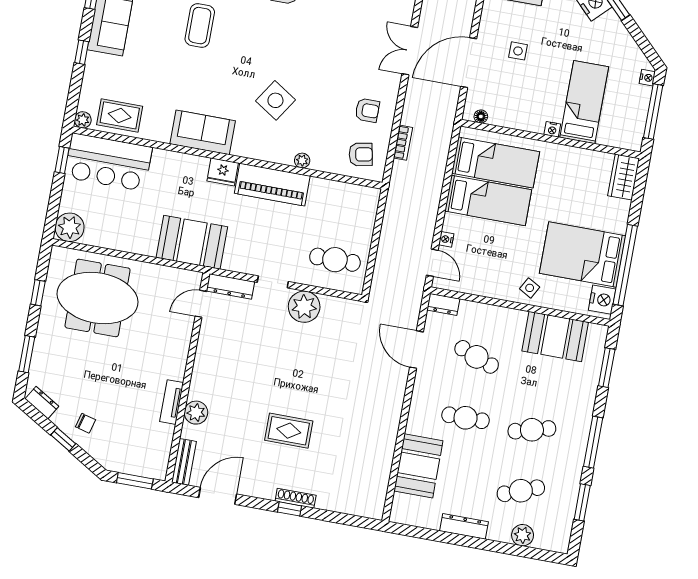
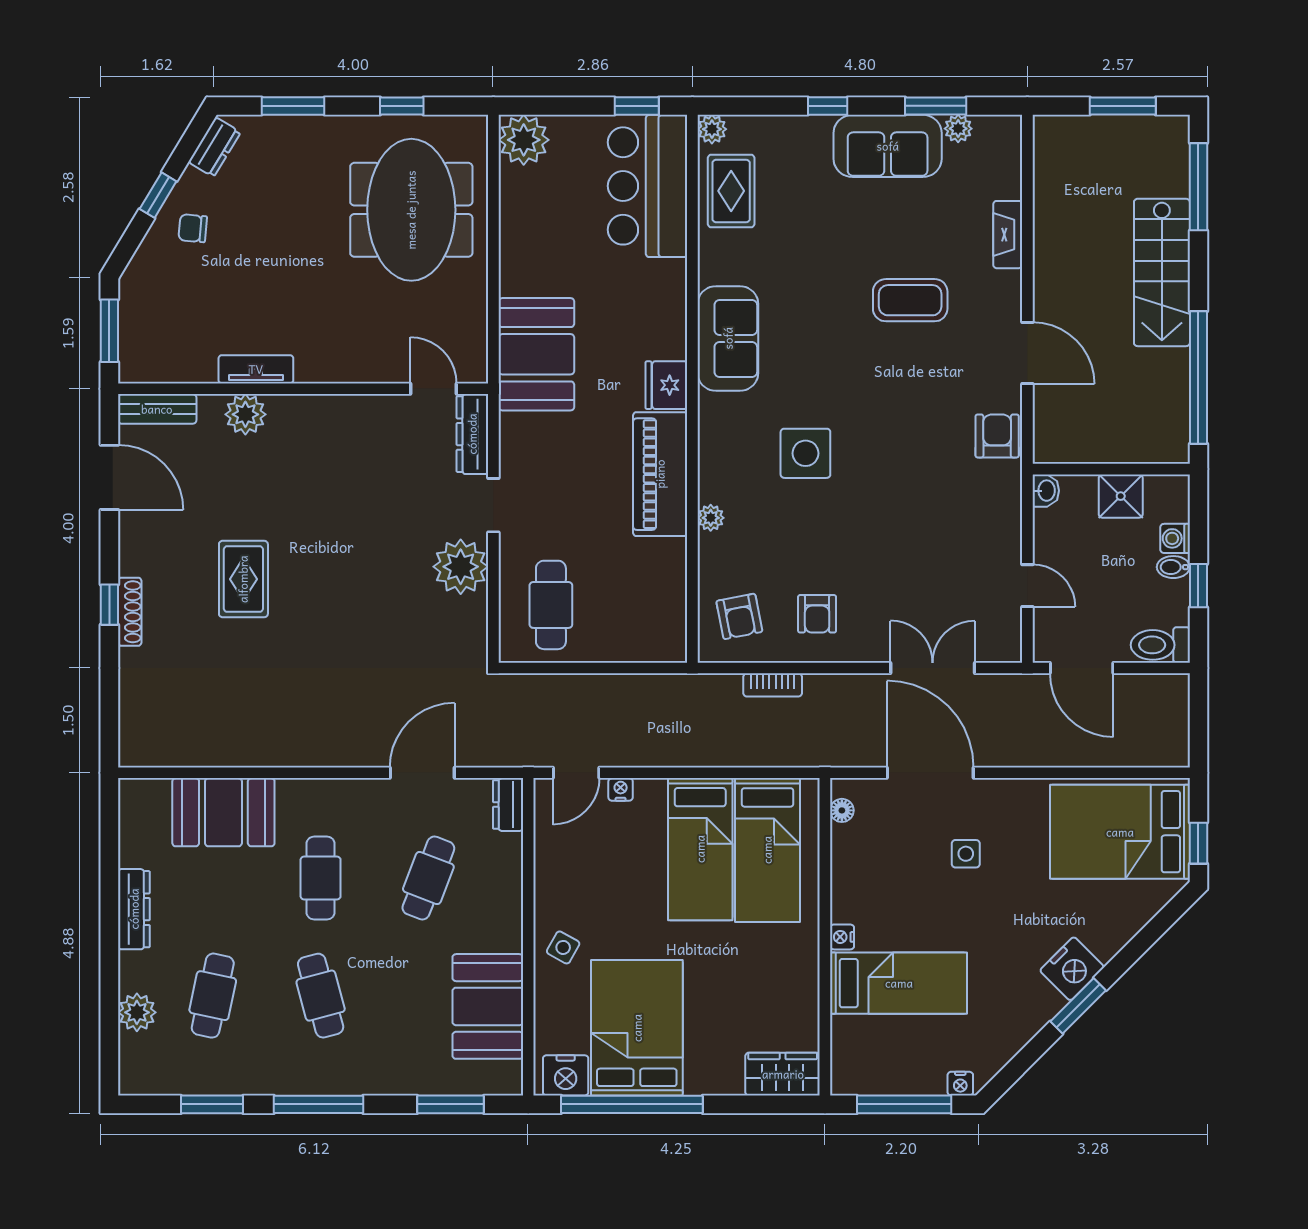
side table: (275, 100) -> (805, 453), turned -33
chair: (85, 423) -> (193, 228), turned 80
cafe table: (521, 491) -> (213, 996), turned 33

